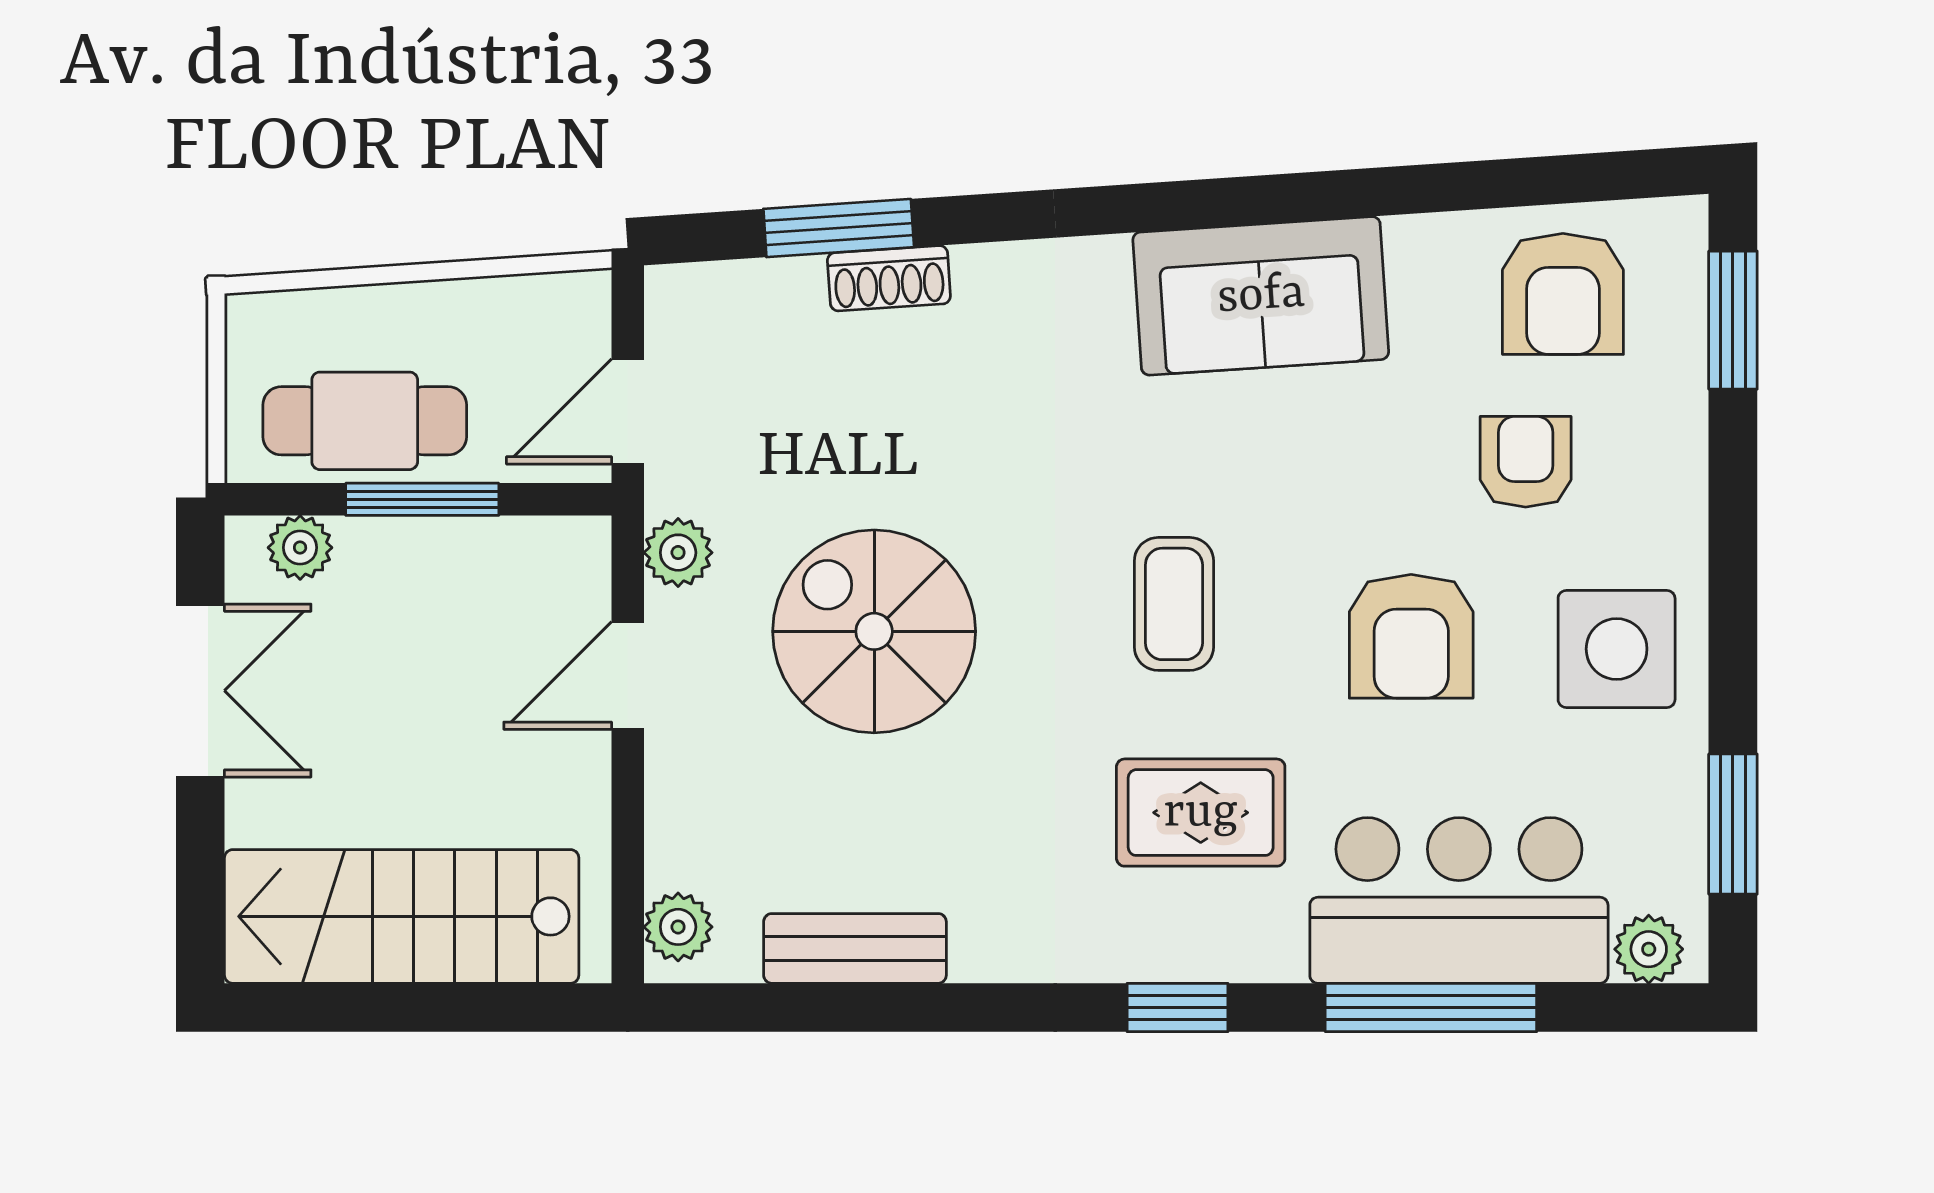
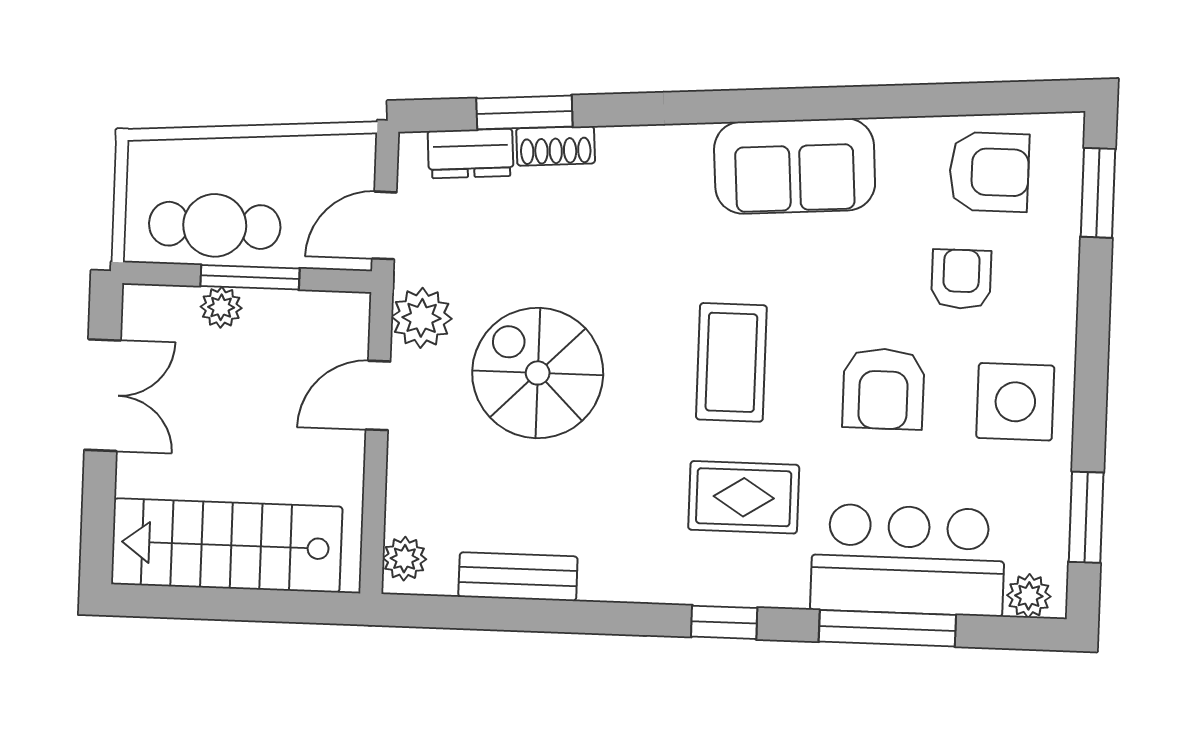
armchair: (1563, 294) -> (989, 172), turned -90
dresser: (758, 295) -> (471, 153), added
plant: (300, 548) -> (221, 307), moved
plant: (678, 553) -> (422, 318), width x1.38, depth x1.38
coffee table: (1174, 604) -> (731, 362), width x1.36, depth x1.30

